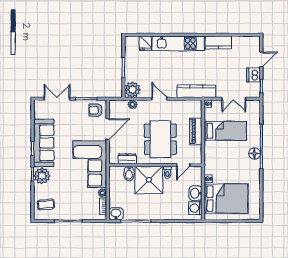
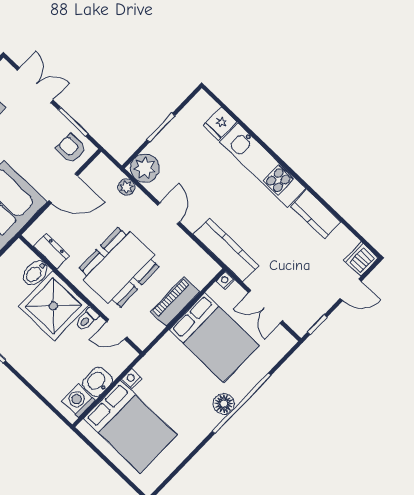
dishwasher: (254, 75) -> (361, 259), moved
bed: (225, 131) -> (214, 338), width x1.50

